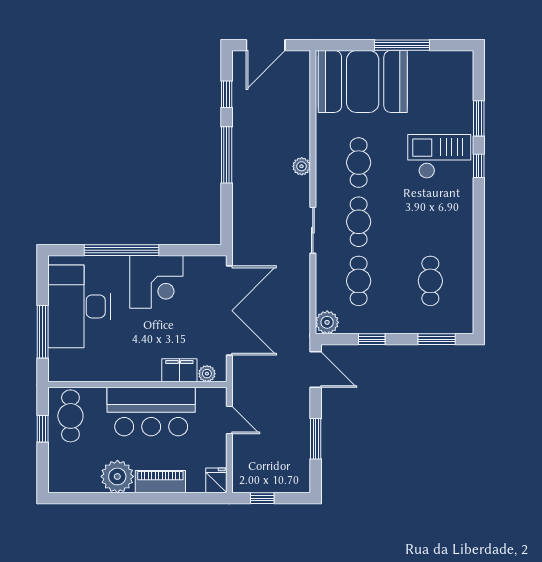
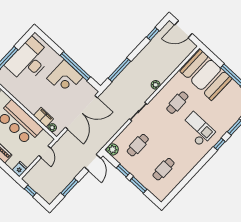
window: (227, 155) -> (119, 70), moved
checkout: (439, 156) -> (197, 129), moved
cafe table: (359, 222) -> (158, 124), removed
window: (122, 250) -> (75, 66), moved
window: (437, 339) -> (138, 185), moved

